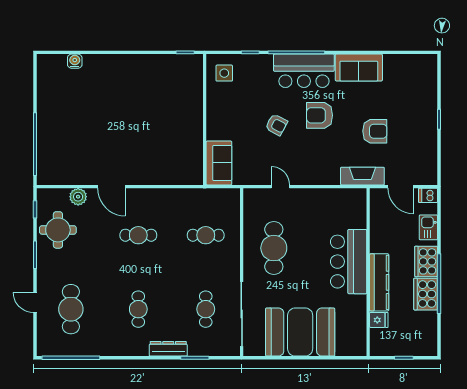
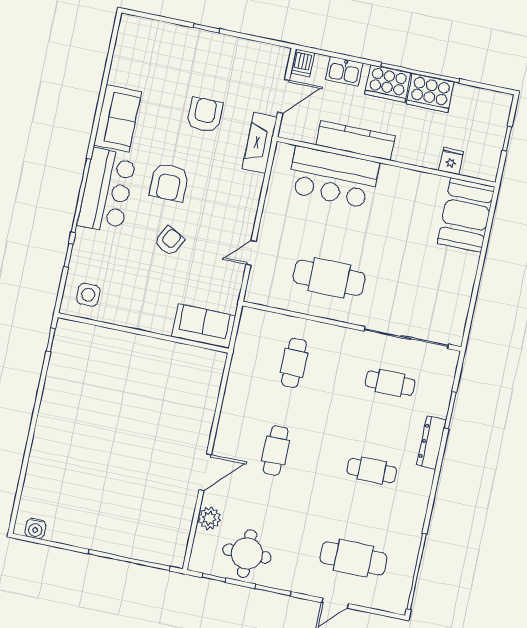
water cooler: (75, 61) -> (35, 529), moved, turned -90
bar counter: (349, 262) -> (333, 177), moved
kitchen counter: (379, 282) -> (356, 140), moved
booth: (300, 332) -> (466, 215), moved, width x0.73, depth x0.70

